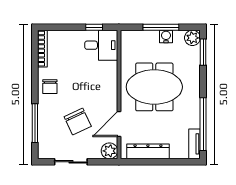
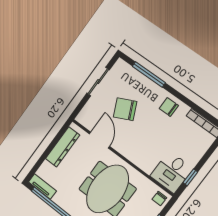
chair: (130, 39) -> (159, 199), added
plant: (109, 151) -> (85, 118), removed

